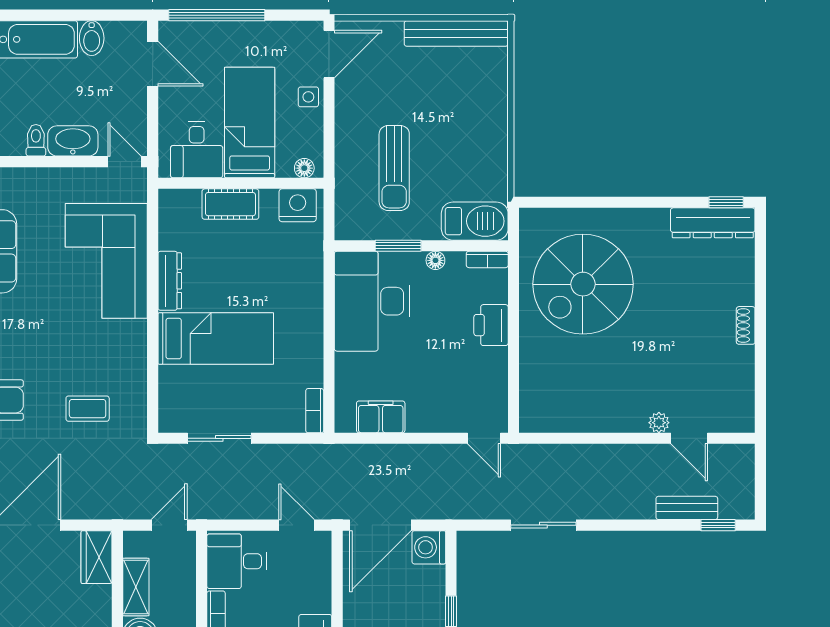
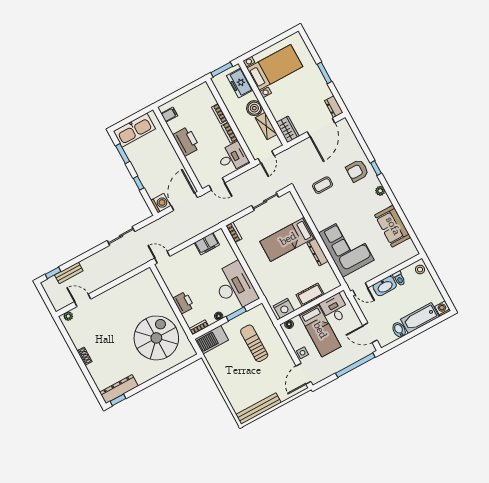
plant: (659, 423) -> (68, 316), moved

